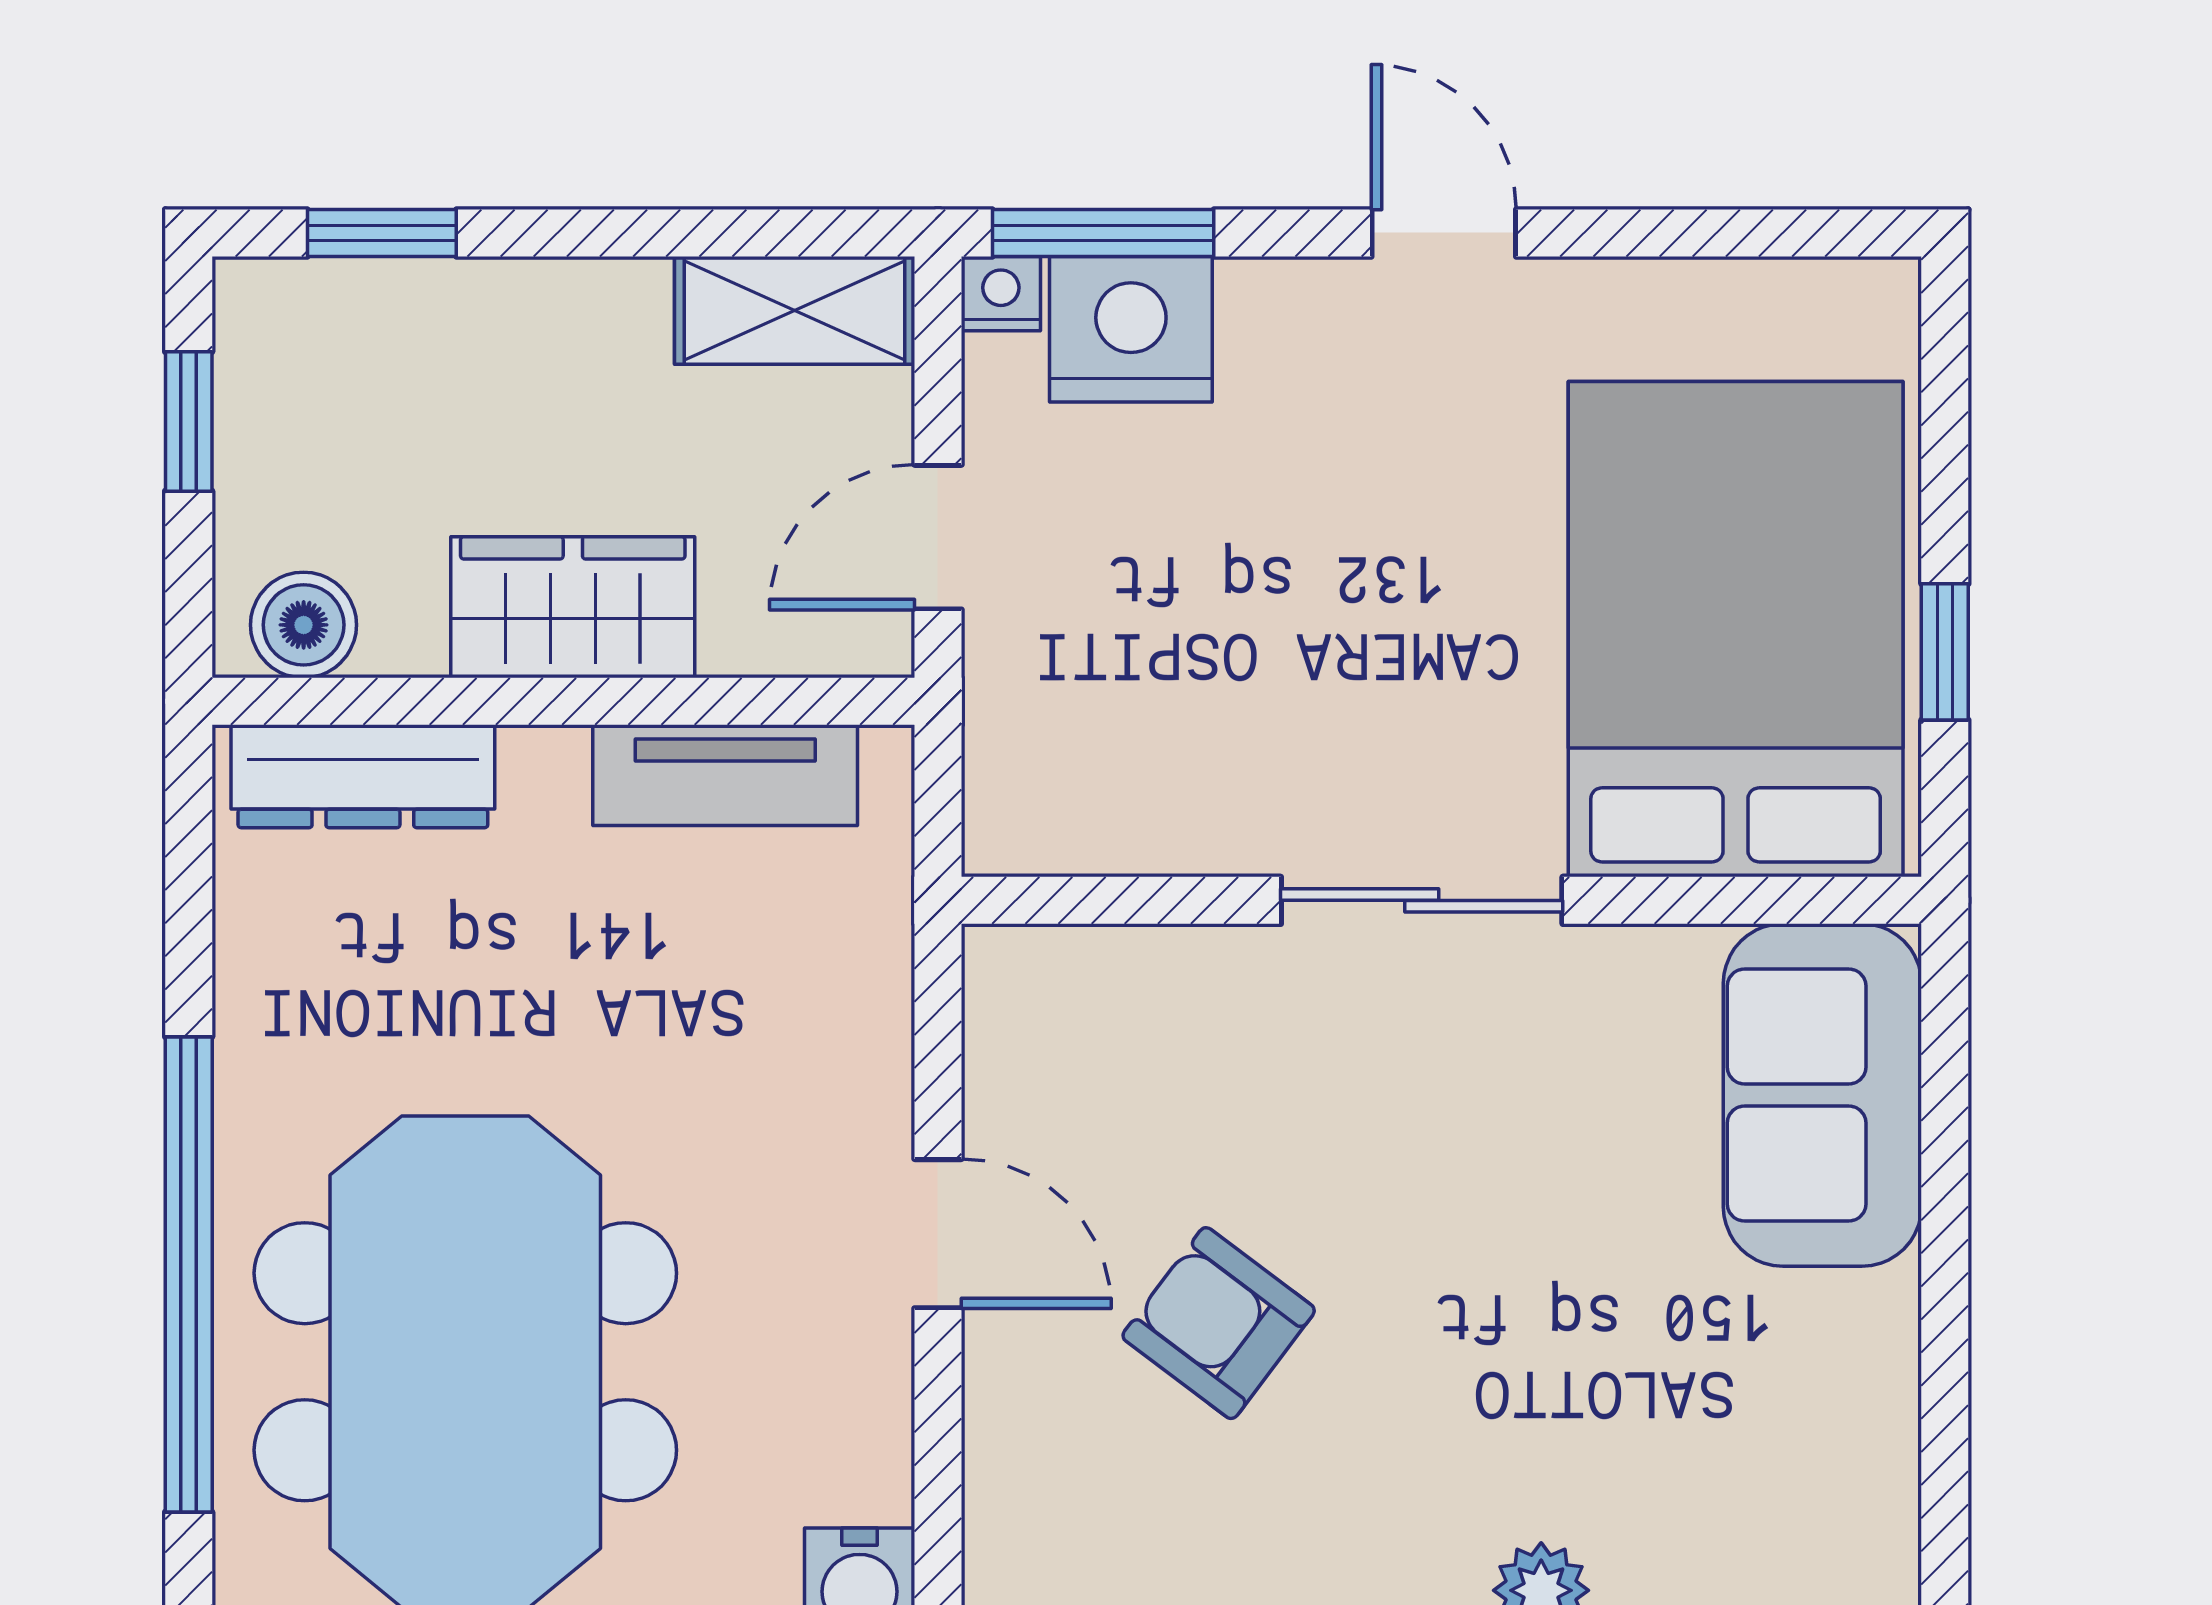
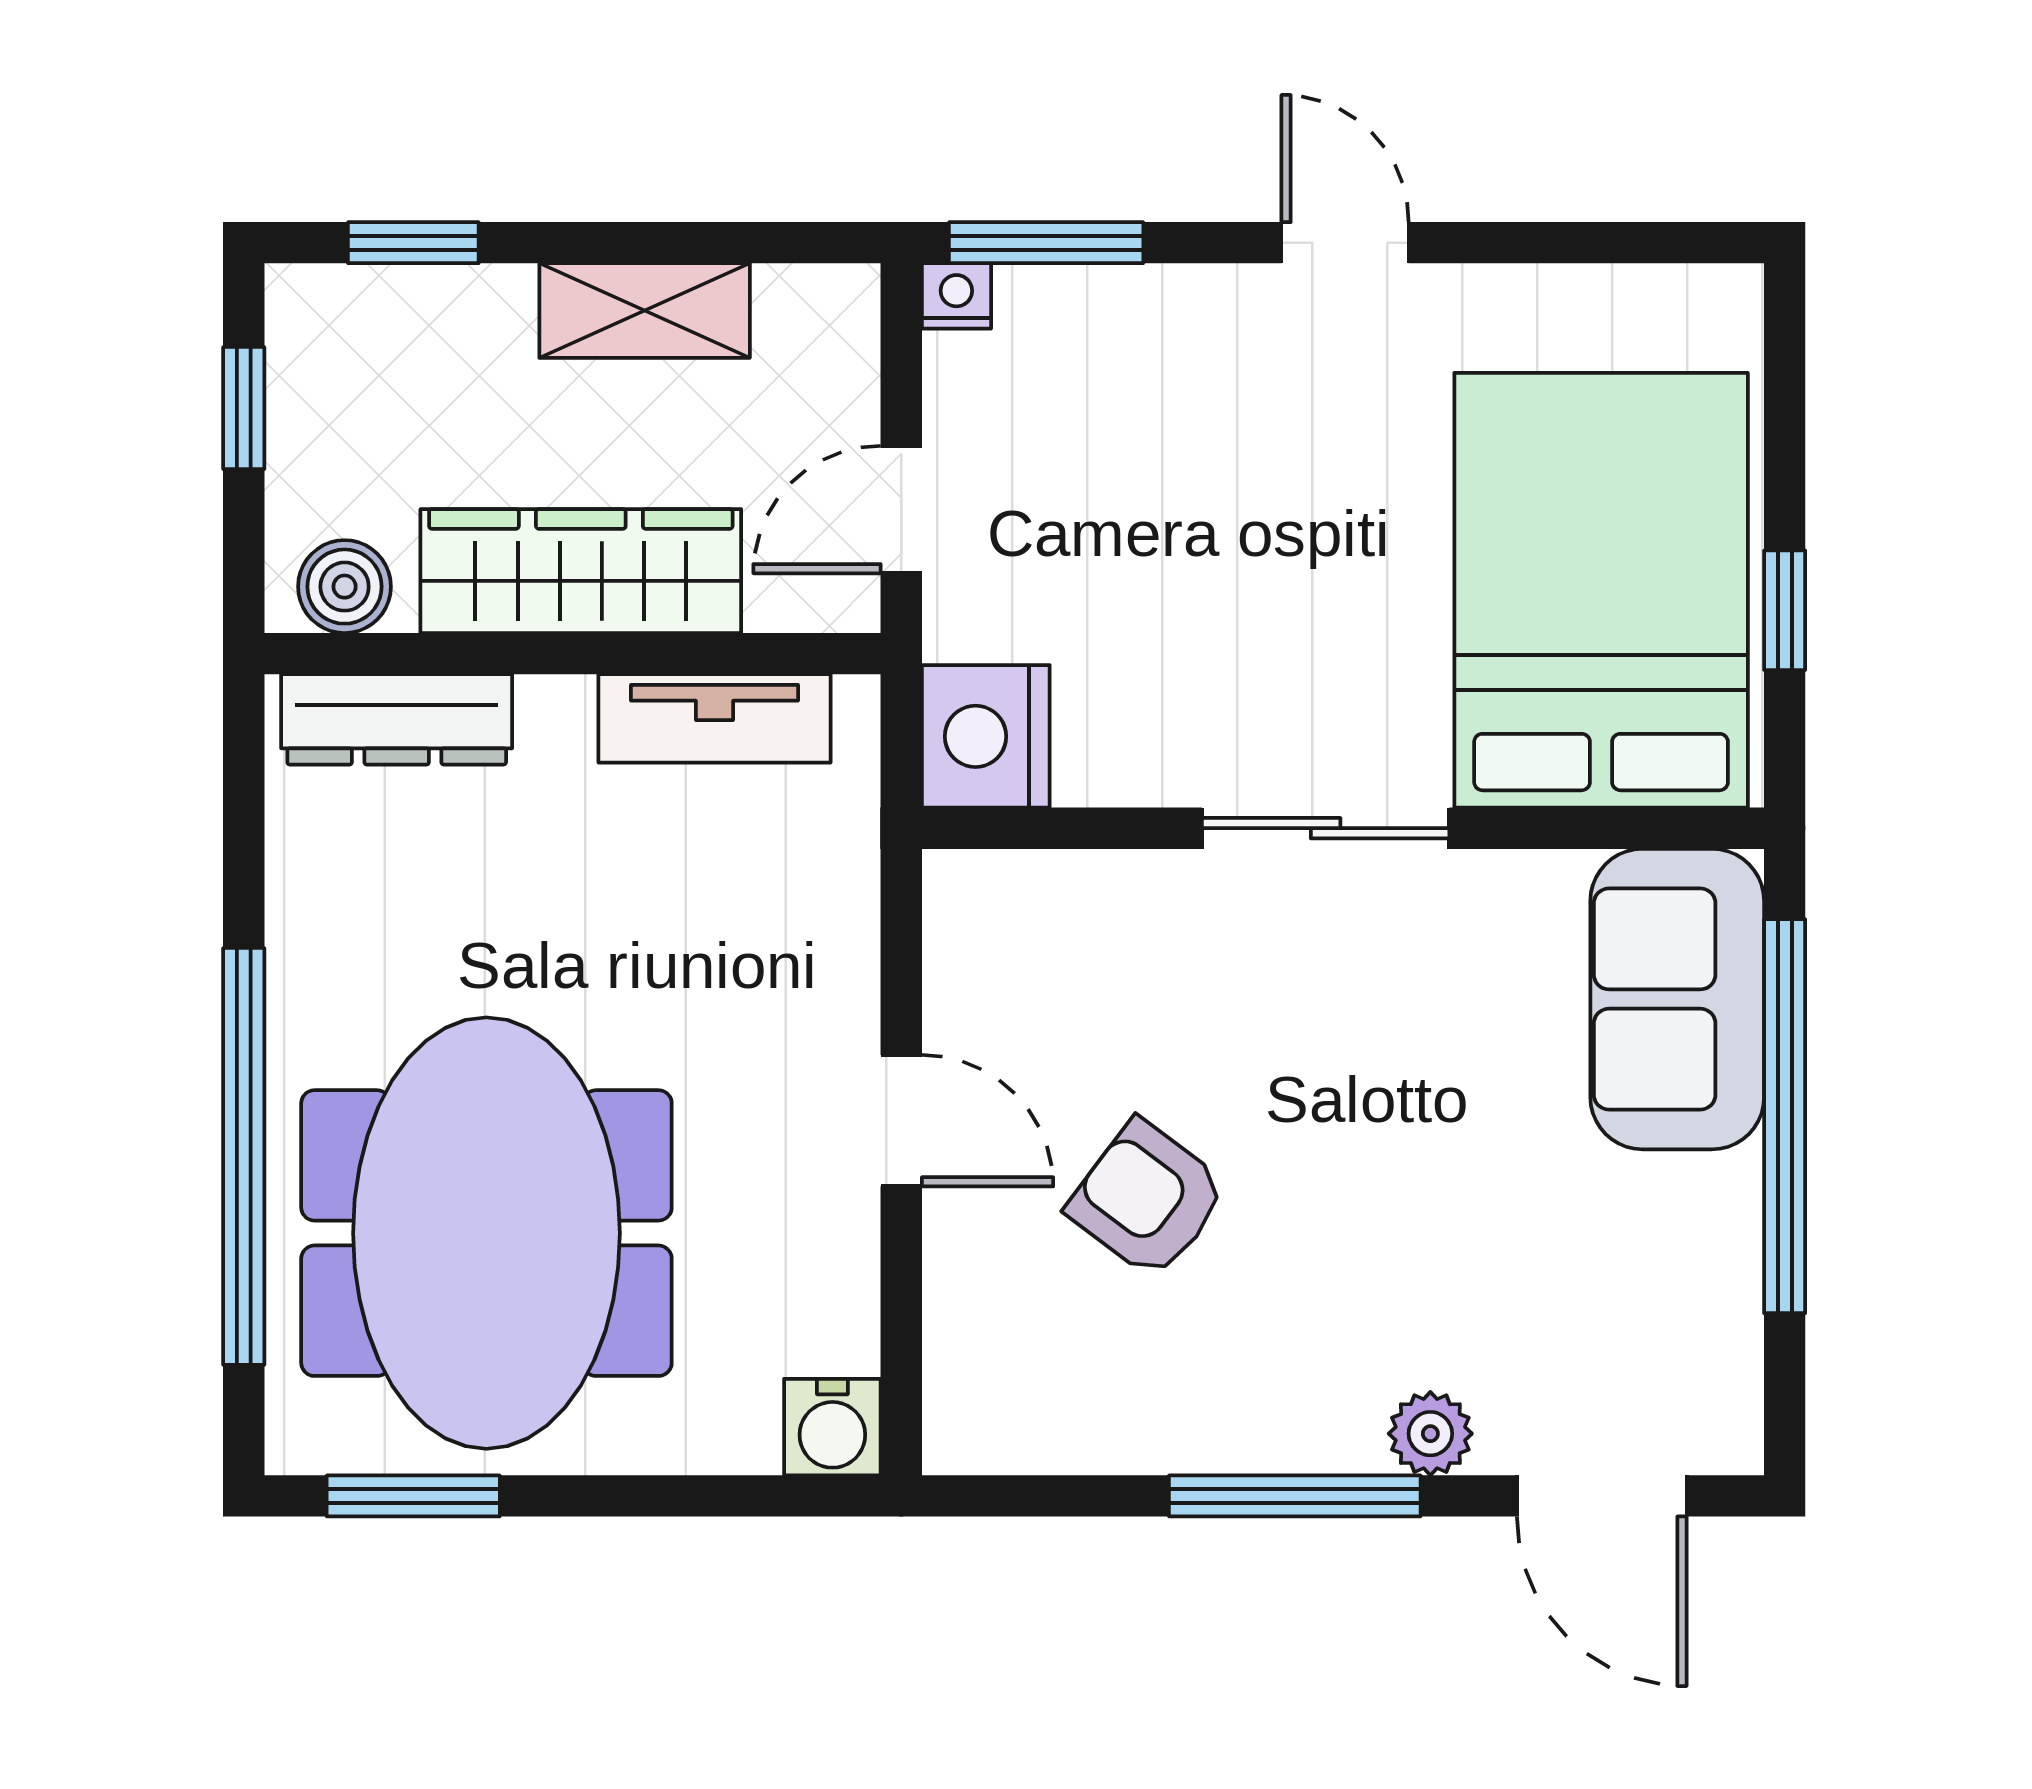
shelving: (795, 310) -> (645, 311), moved
nightstand: (1131, 329) -> (986, 736), moved, turned -90
wardrobe: (573, 607) -> (581, 571), width x1.50
window: (1945, 1229) -> (1785, 1116), added

